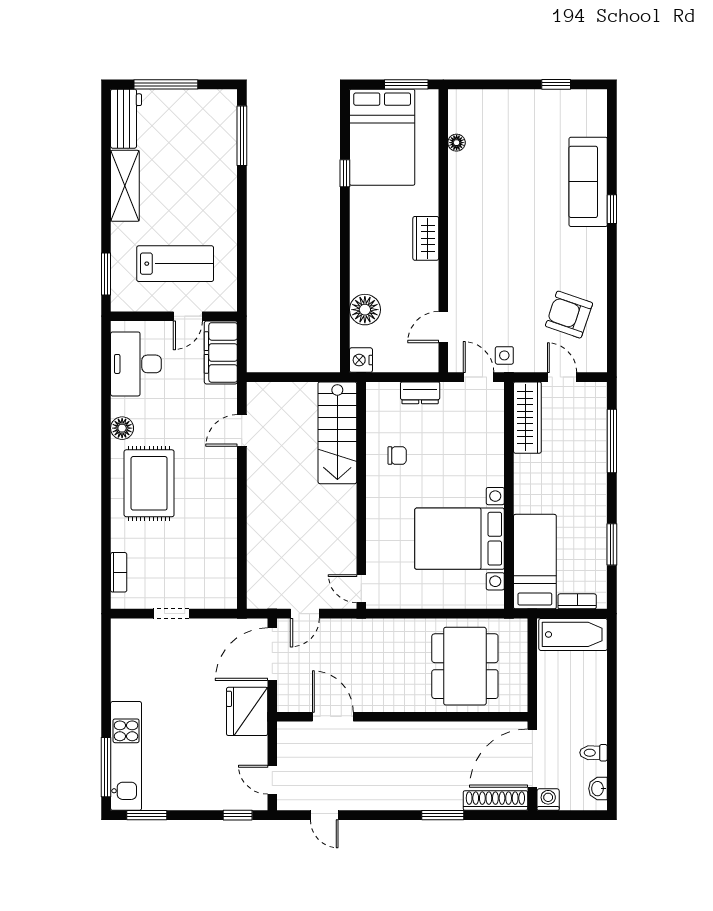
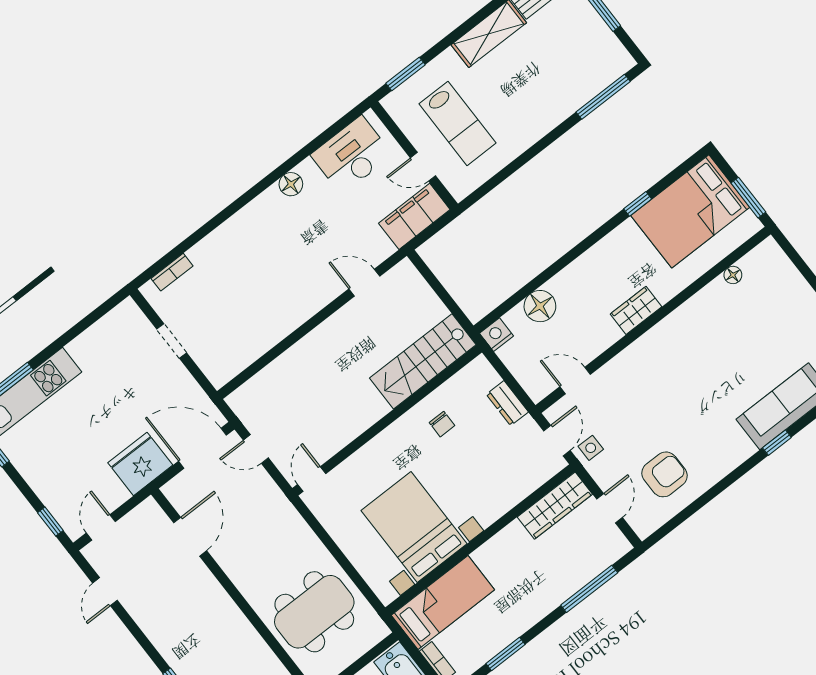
armchair: (569, 315) -> (664, 474), turned 71
rug: (149, 483) -> (263, 241), removed

